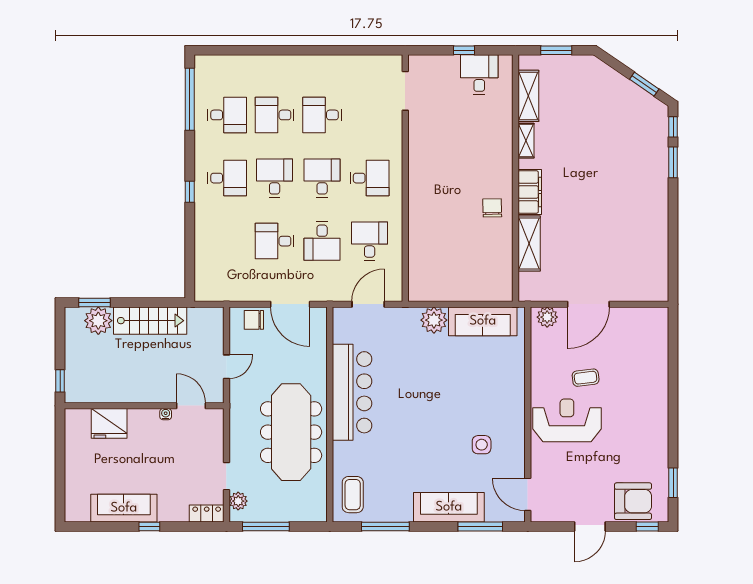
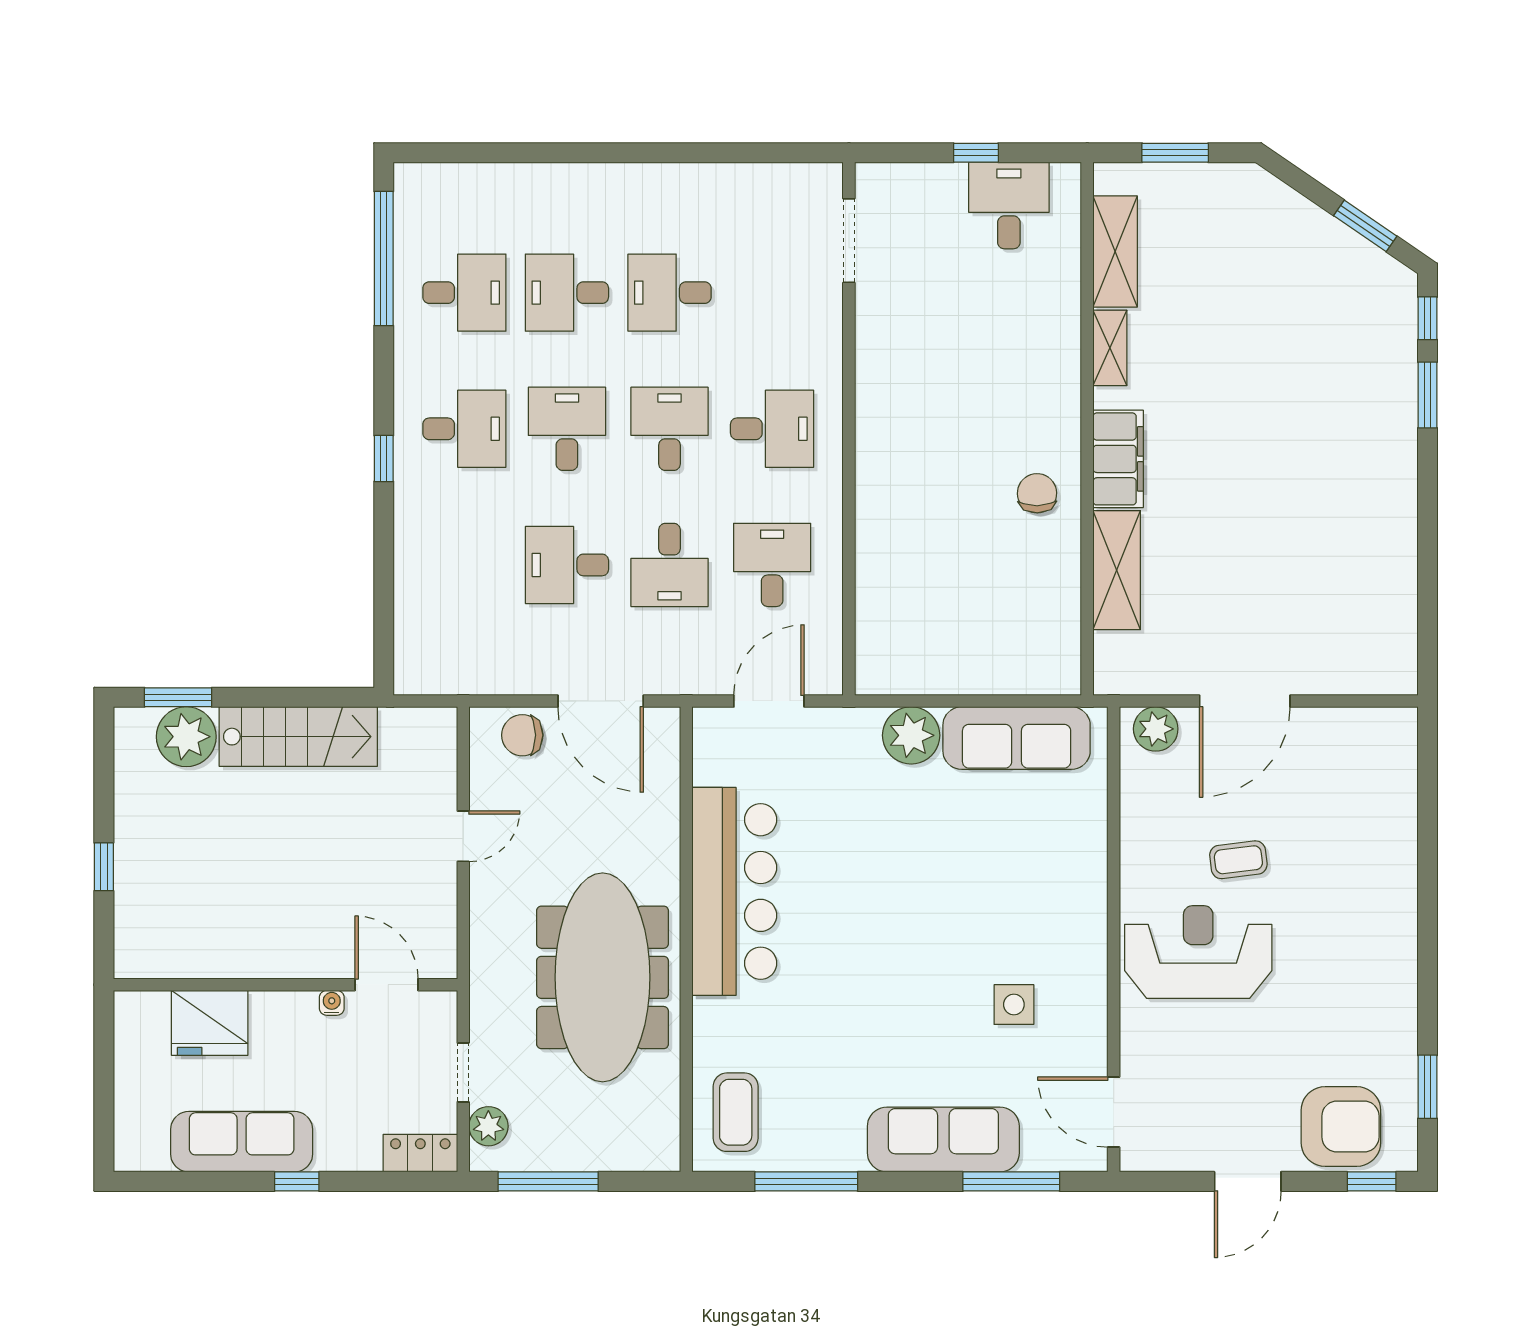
wall: (144, 406) -> (285, 985), moved
door: (191, 406) -> (387, 985), moved
water cooler: (166, 414) -> (332, 1003), moved
fridge: (109, 423) -> (210, 1023), moved

